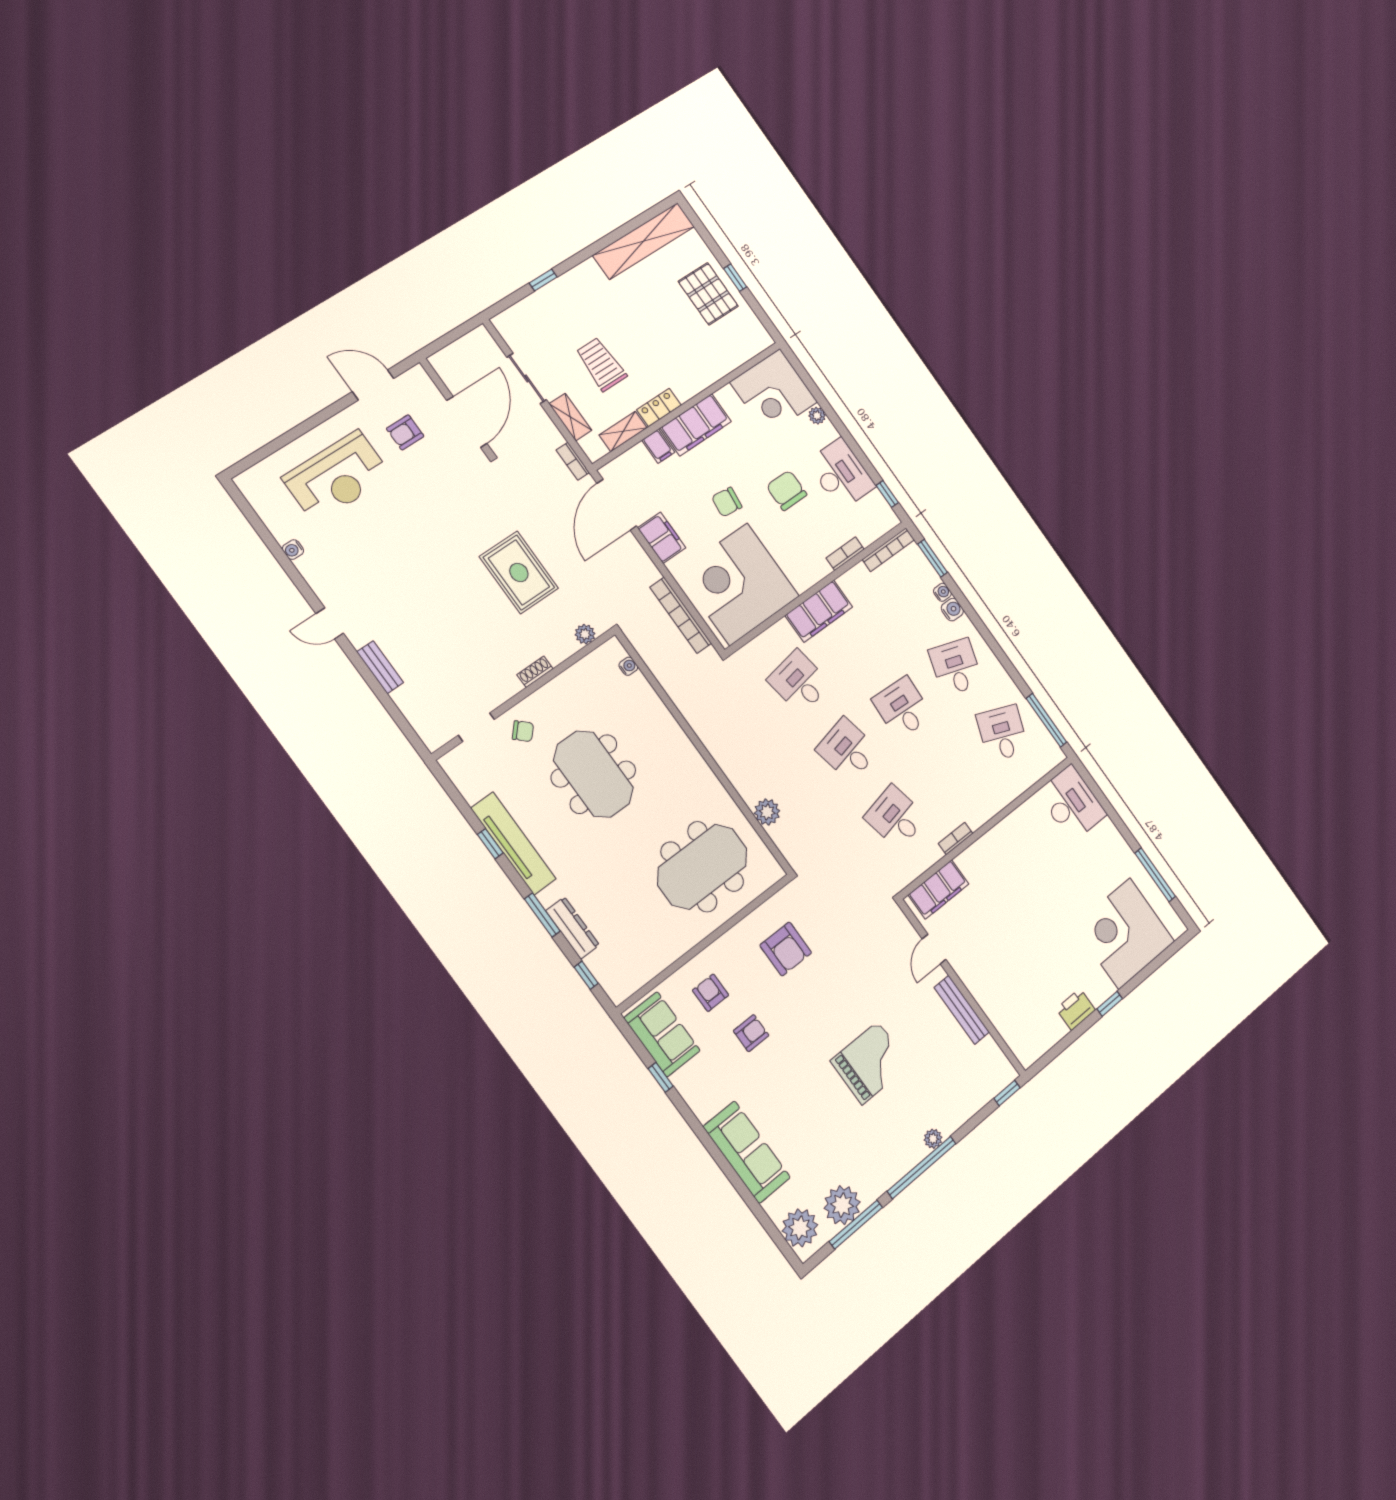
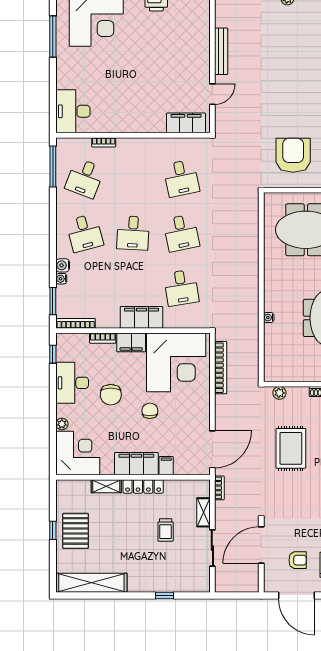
trolley: (601, 364) -> (166, 530), width x0.73, depth x0.72
door: (373, 385) -> (297, 596), width x1.36
locker: (659, 407) -> (143, 486), width x1.53
shelving: (623, 431) -> (106, 486), moved
chair: (727, 502) -> (150, 411), turned -97
filing cabinet: (662, 538) -> (131, 342), moved, turned -90
water cooler: (628, 666) -> (269, 318), moved
desk: (956, 667) -> (85, 233), turned -33
plant: (767, 812) -> (250, 232), removed
bookcase: (956, 838) -> (104, 142), moved
armchair: (786, 949) -> (293, 155), width x1.36, depth x1.36
grand piano: (870, 1063) -> (292, 63), removed

